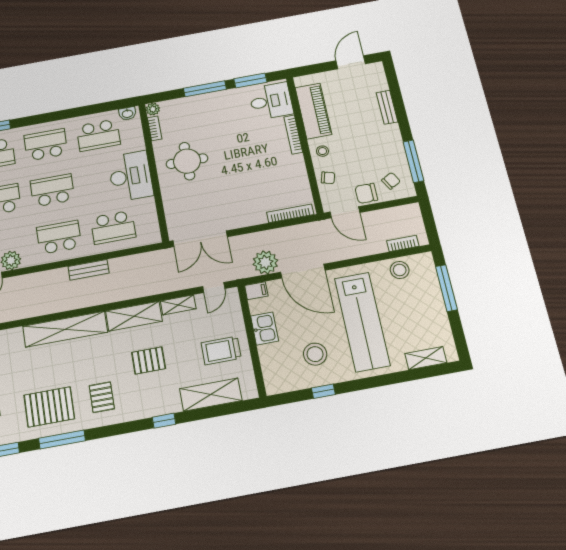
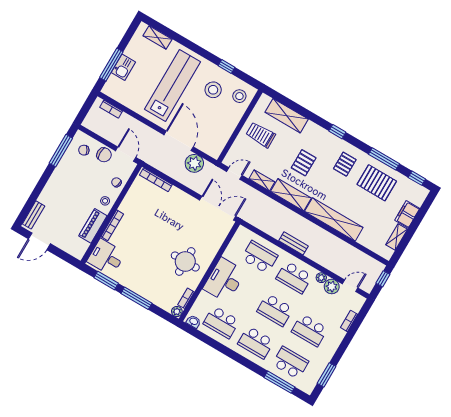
bench: (387, 107) -> (34, 215), moved
piano: (313, 111) -> (93, 226), width x0.73, depth x0.75
school desk: (98, 135) -> (221, 322), turned 180
plant: (29, 260) -> (321, 278), added
stool: (400, 270) -> (239, 96), moved
filing cabinet: (256, 291) -> (213, 152), removed
kitchen sink: (265, 328) -> (123, 67), moved, turned 180
trolley: (221, 350) -> (261, 135), turned 180
pallet: (149, 360) -> (304, 163), turned 90
window: (164, 421) -> (337, 132), moved

